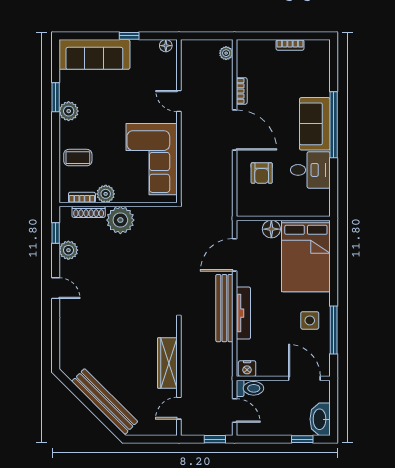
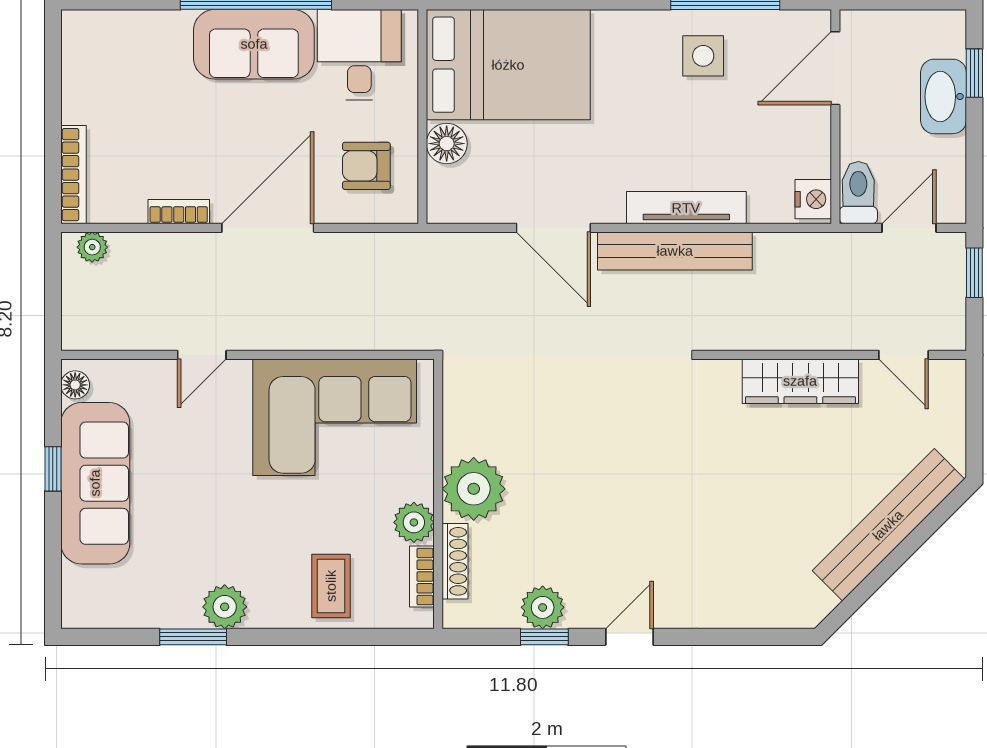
bookcase: (290, 45) -> (74, 175), moved, width x1.56
sofa: (94, 54) -> (95, 483), moved
armchair: (262, 173) -> (366, 166), turned 180
wall: (283, 218) -> (422, 117), moved
floor lamp: (271, 229) -> (447, 144), moved
window: (56, 233) -> (544, 637), moved
bed: (306, 256) -> (508, 65), moved
washbasin: (320, 419) -> (944, 96), moved, turned 90

